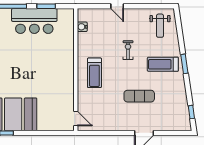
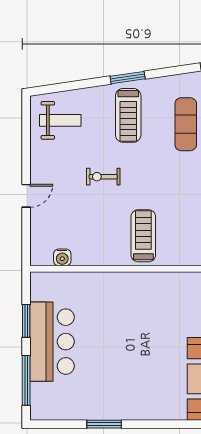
treadmill: (94, 73) -> (143, 236), turned -90
exercise mat: (139, 96) -> (186, 124), moved

